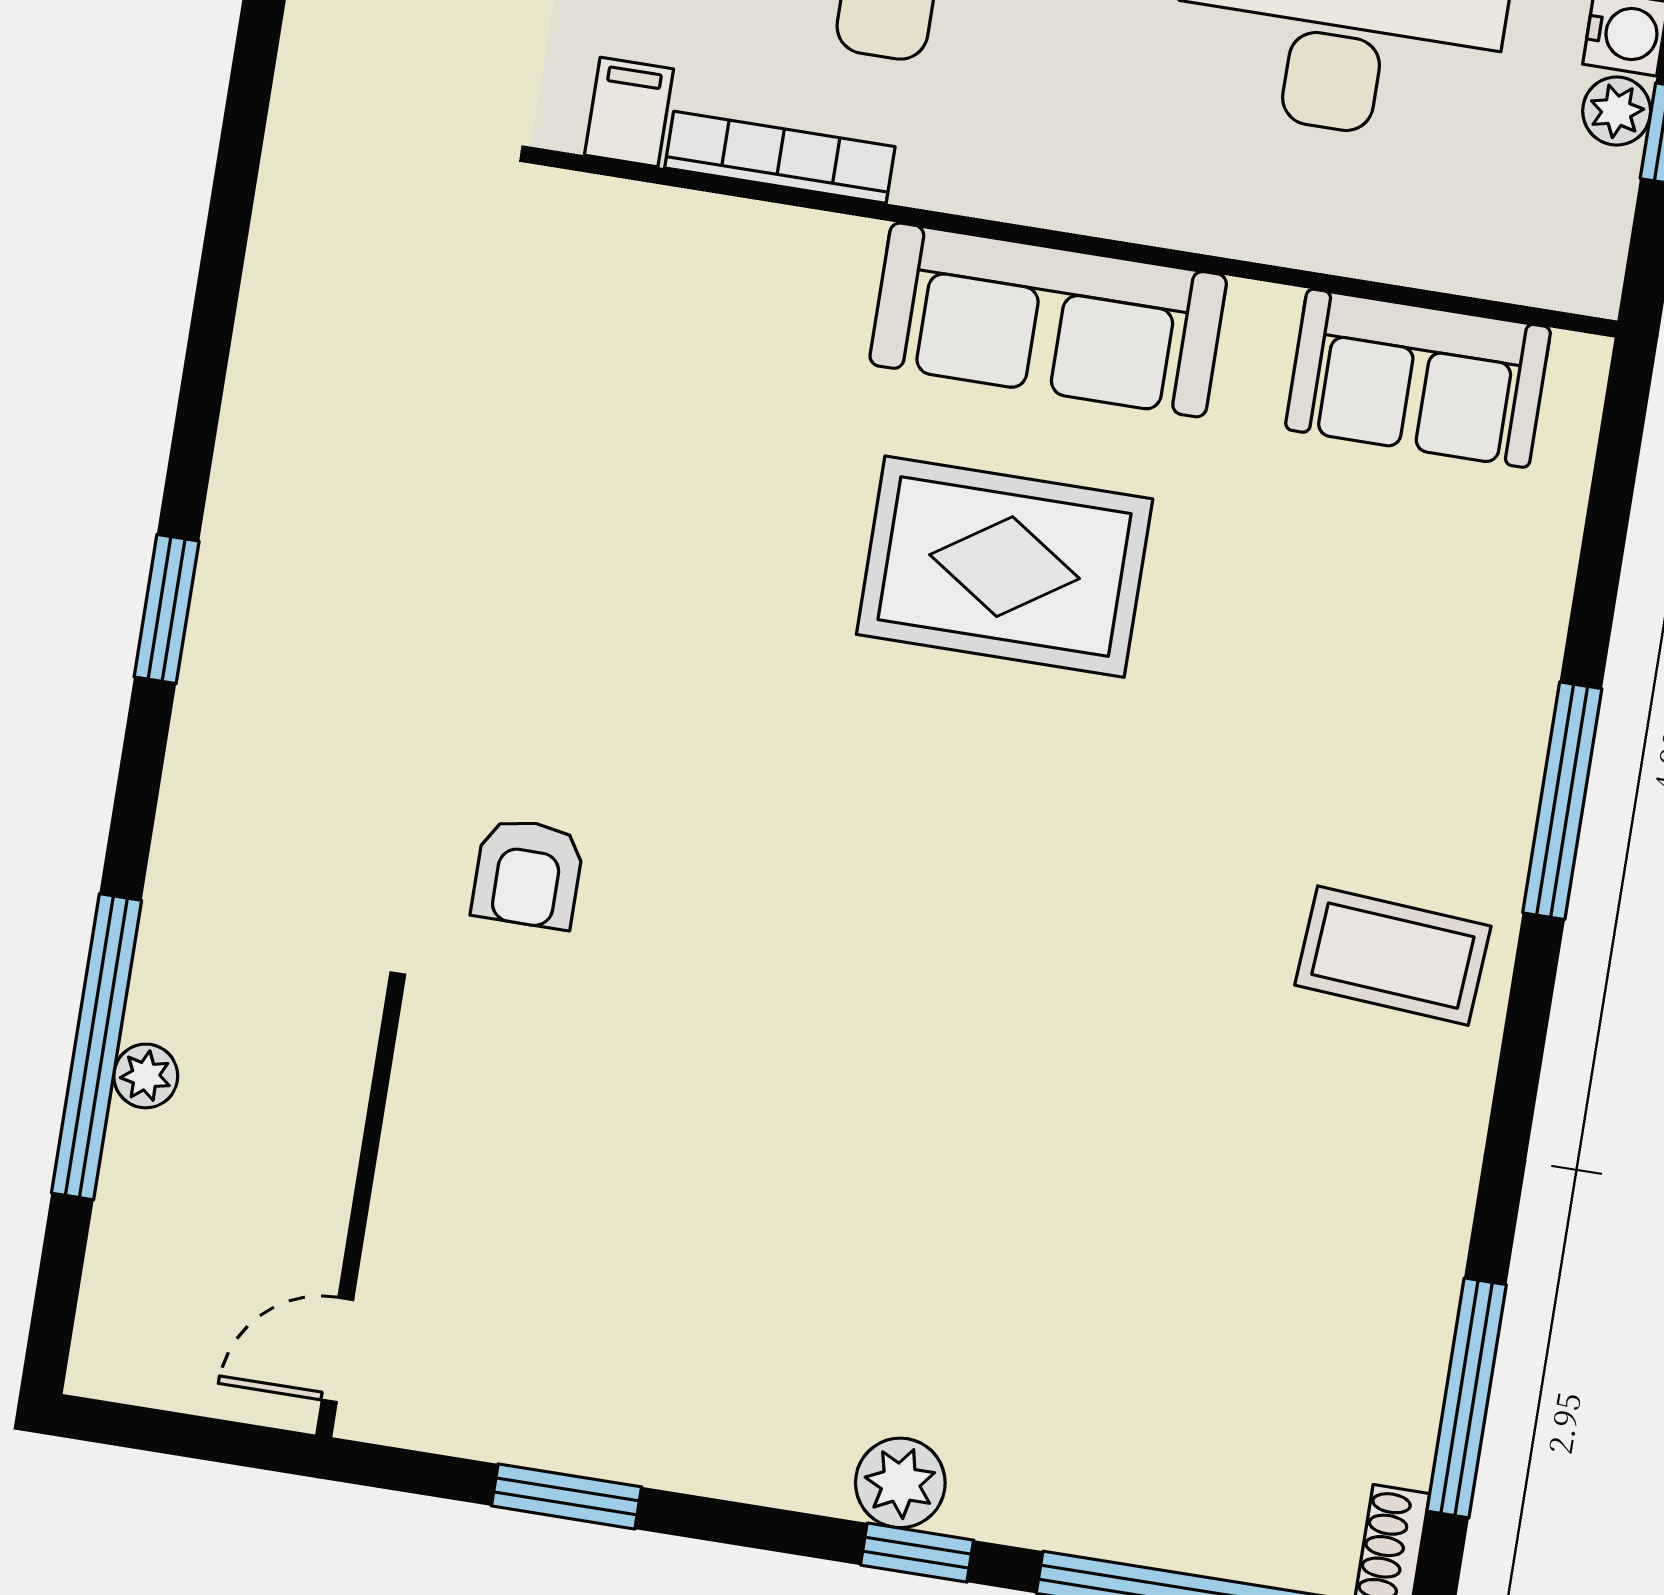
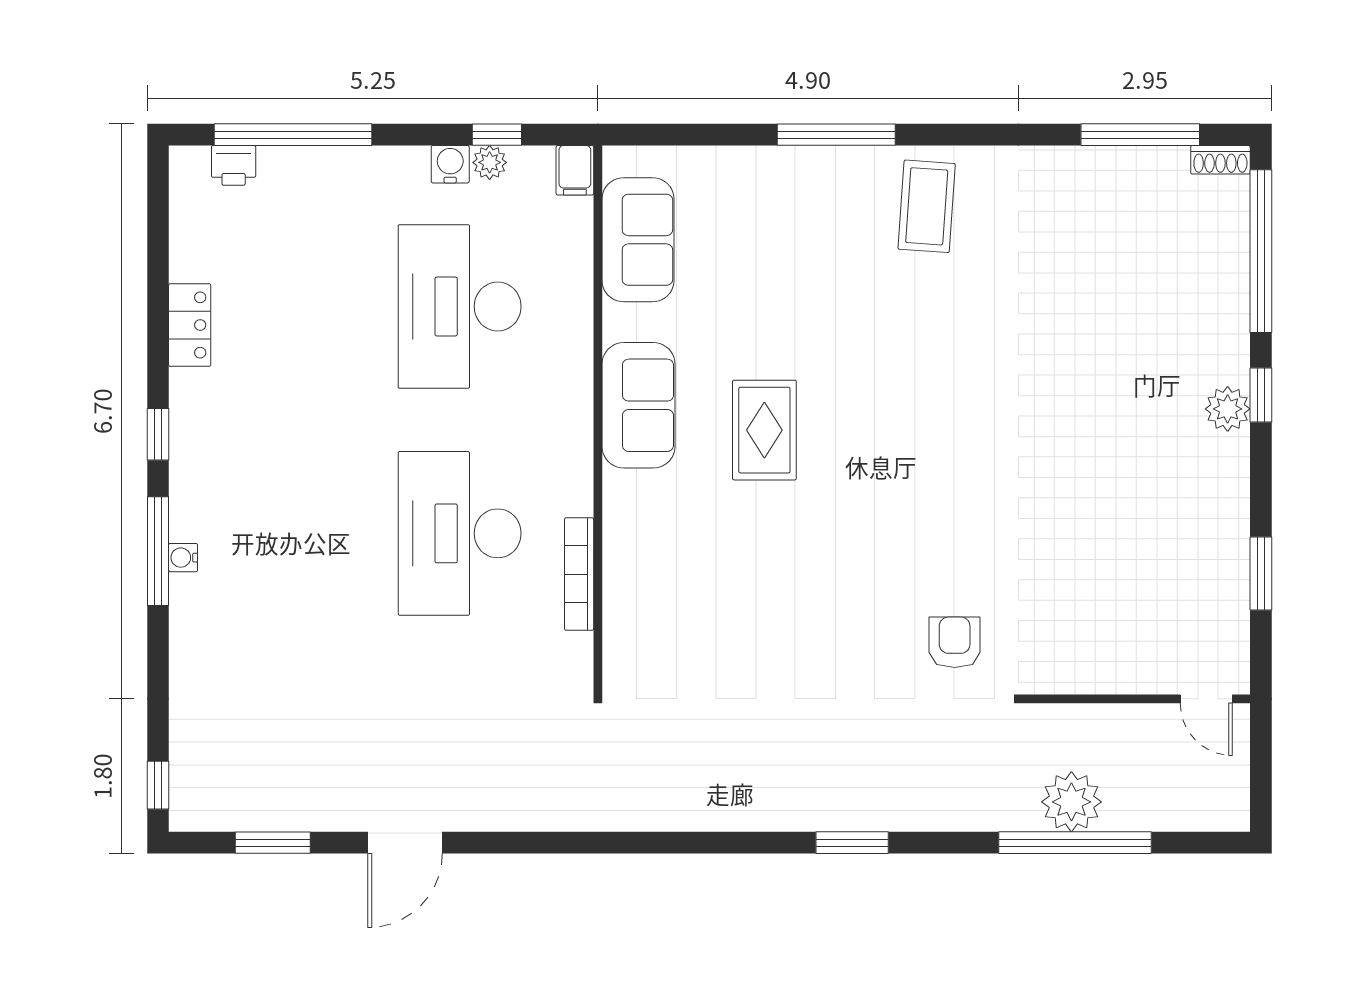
filing cabinet: (629, 112) -> (575, 170), moved, turned -90
sofa: (1048, 320) -> (639, 405), width x0.73
rug: (1005, 567) -> (764, 430), width x0.73, depth x0.70
armchair: (528, 873) -> (955, 642), turned -90
plant: (146, 1076) -> (1071, 802), width x1.87, depth x1.87

